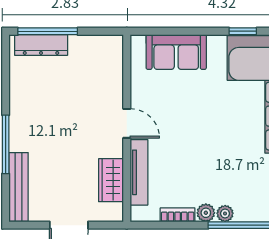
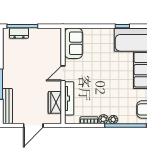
dresser: (41, 45) -> (19, 33), width x0.70
sofa: (176, 52) -> (74, 43), moved, turned -90
door: (127, 123) -> (63, 73), swing flipped

